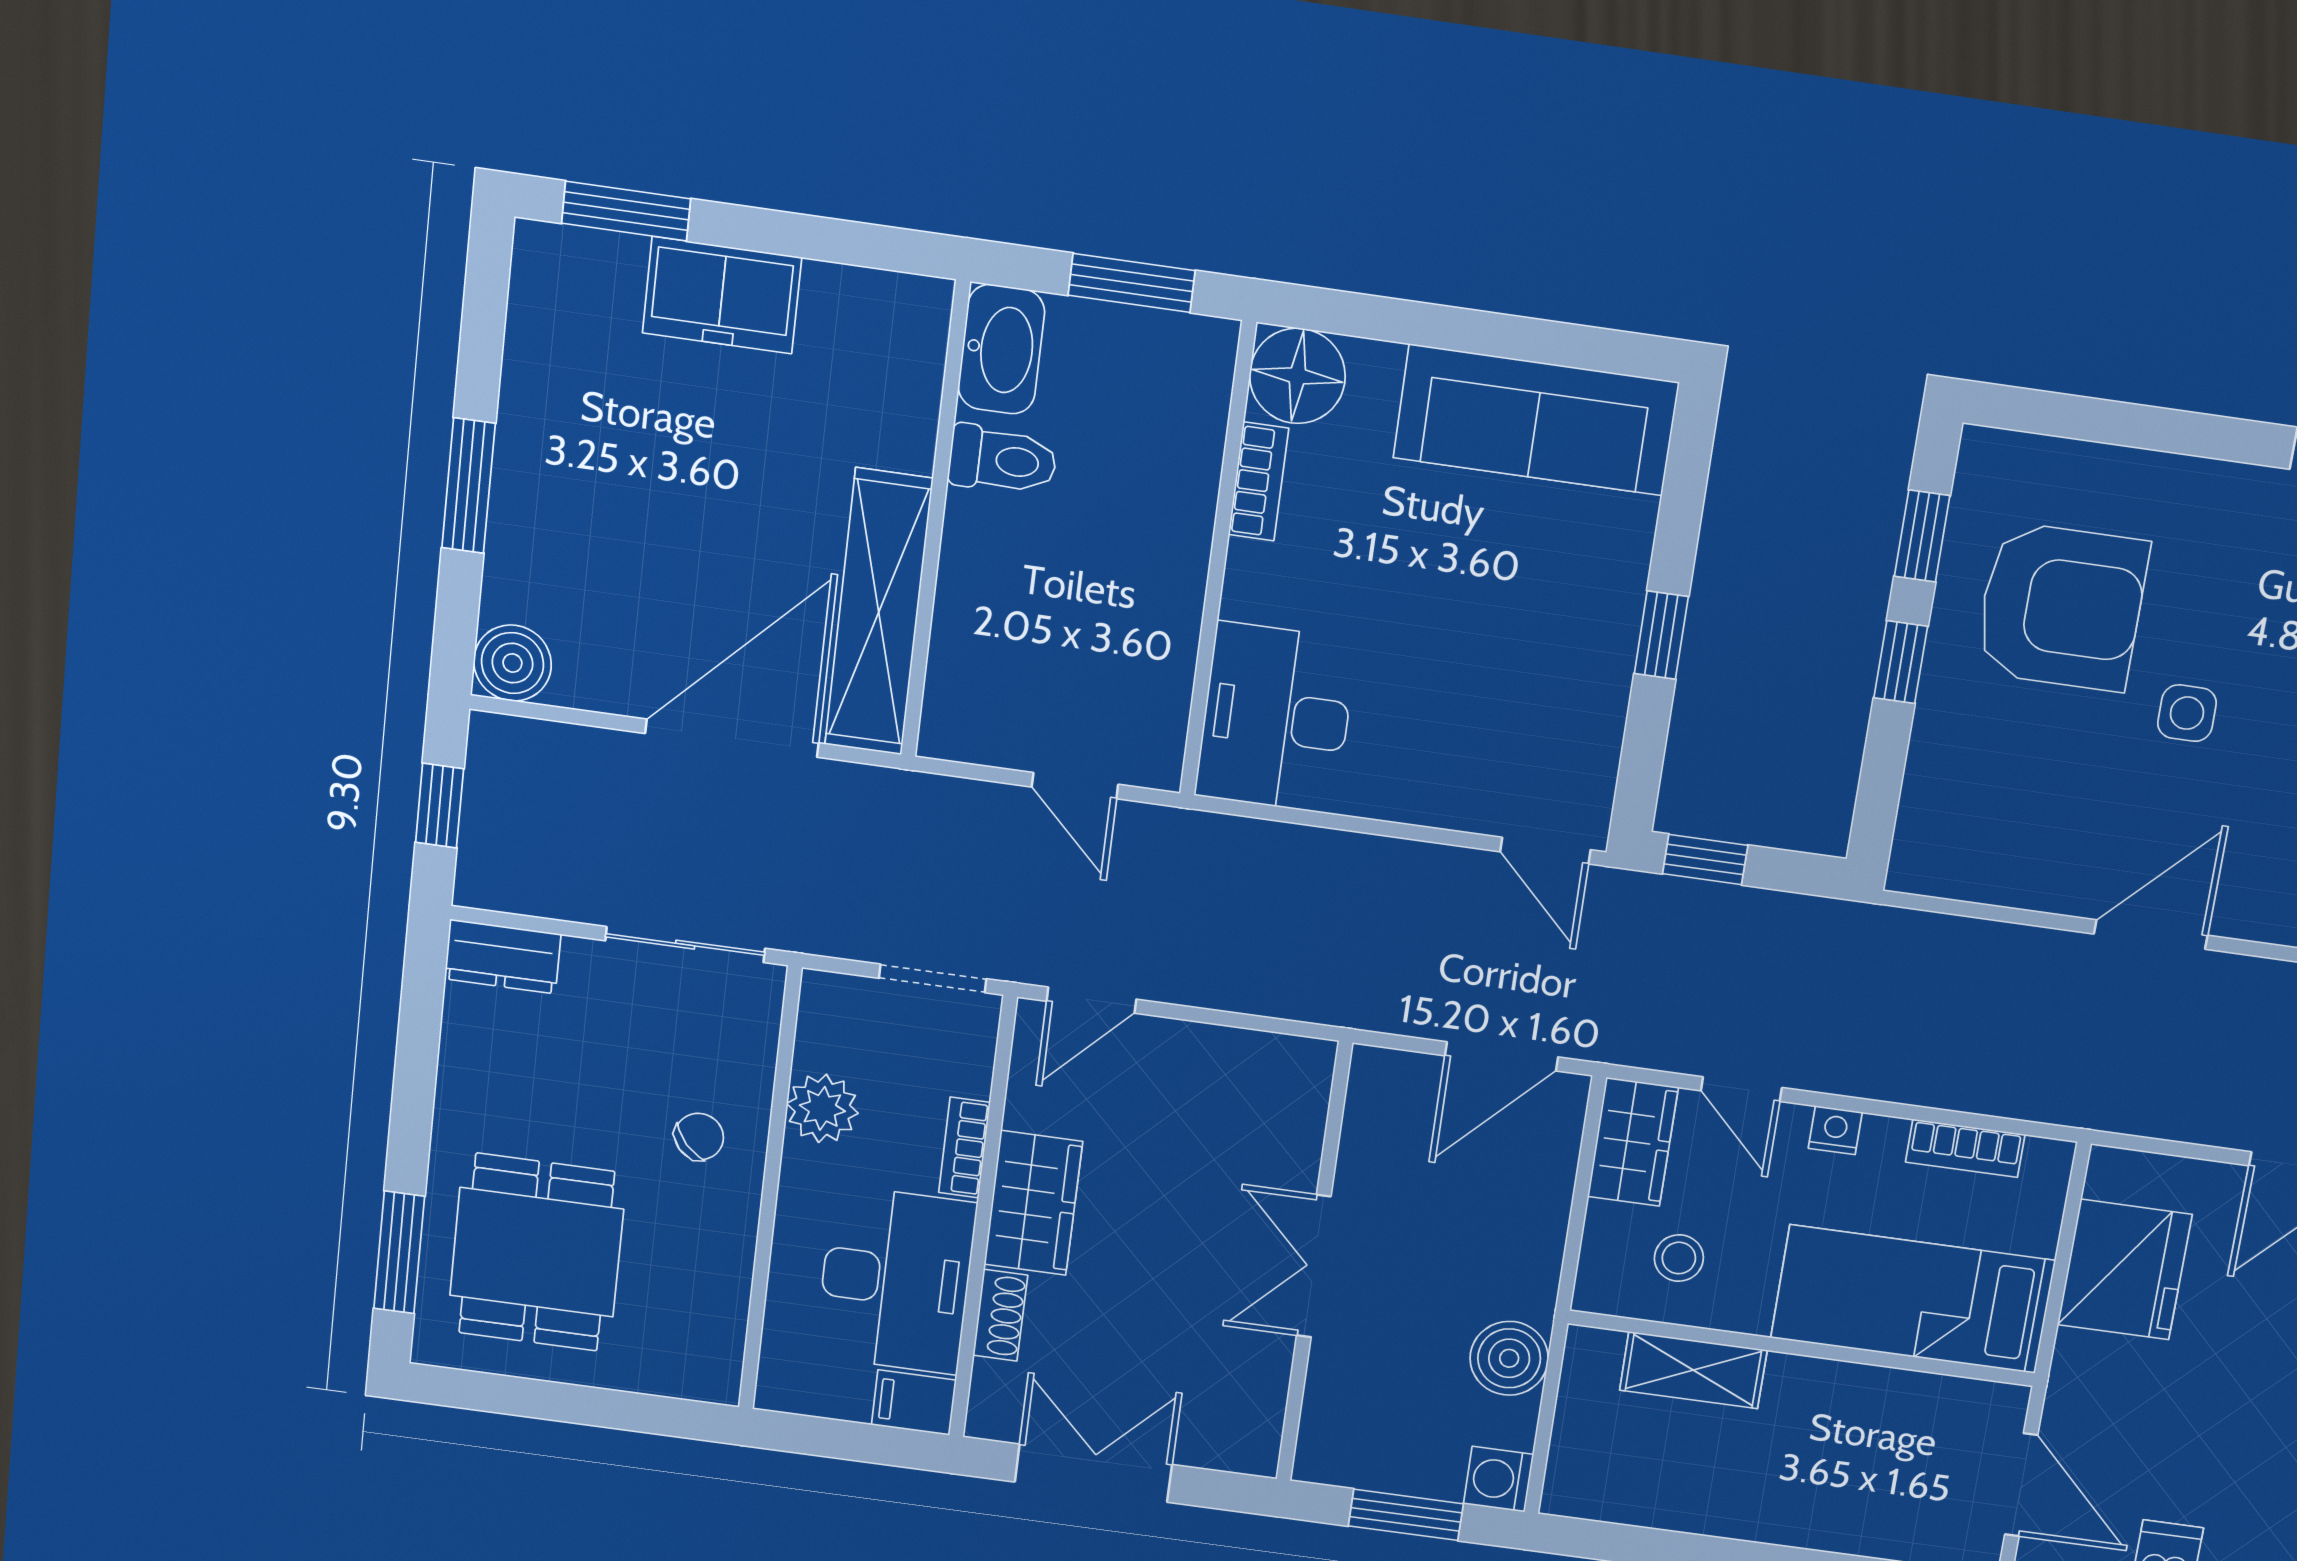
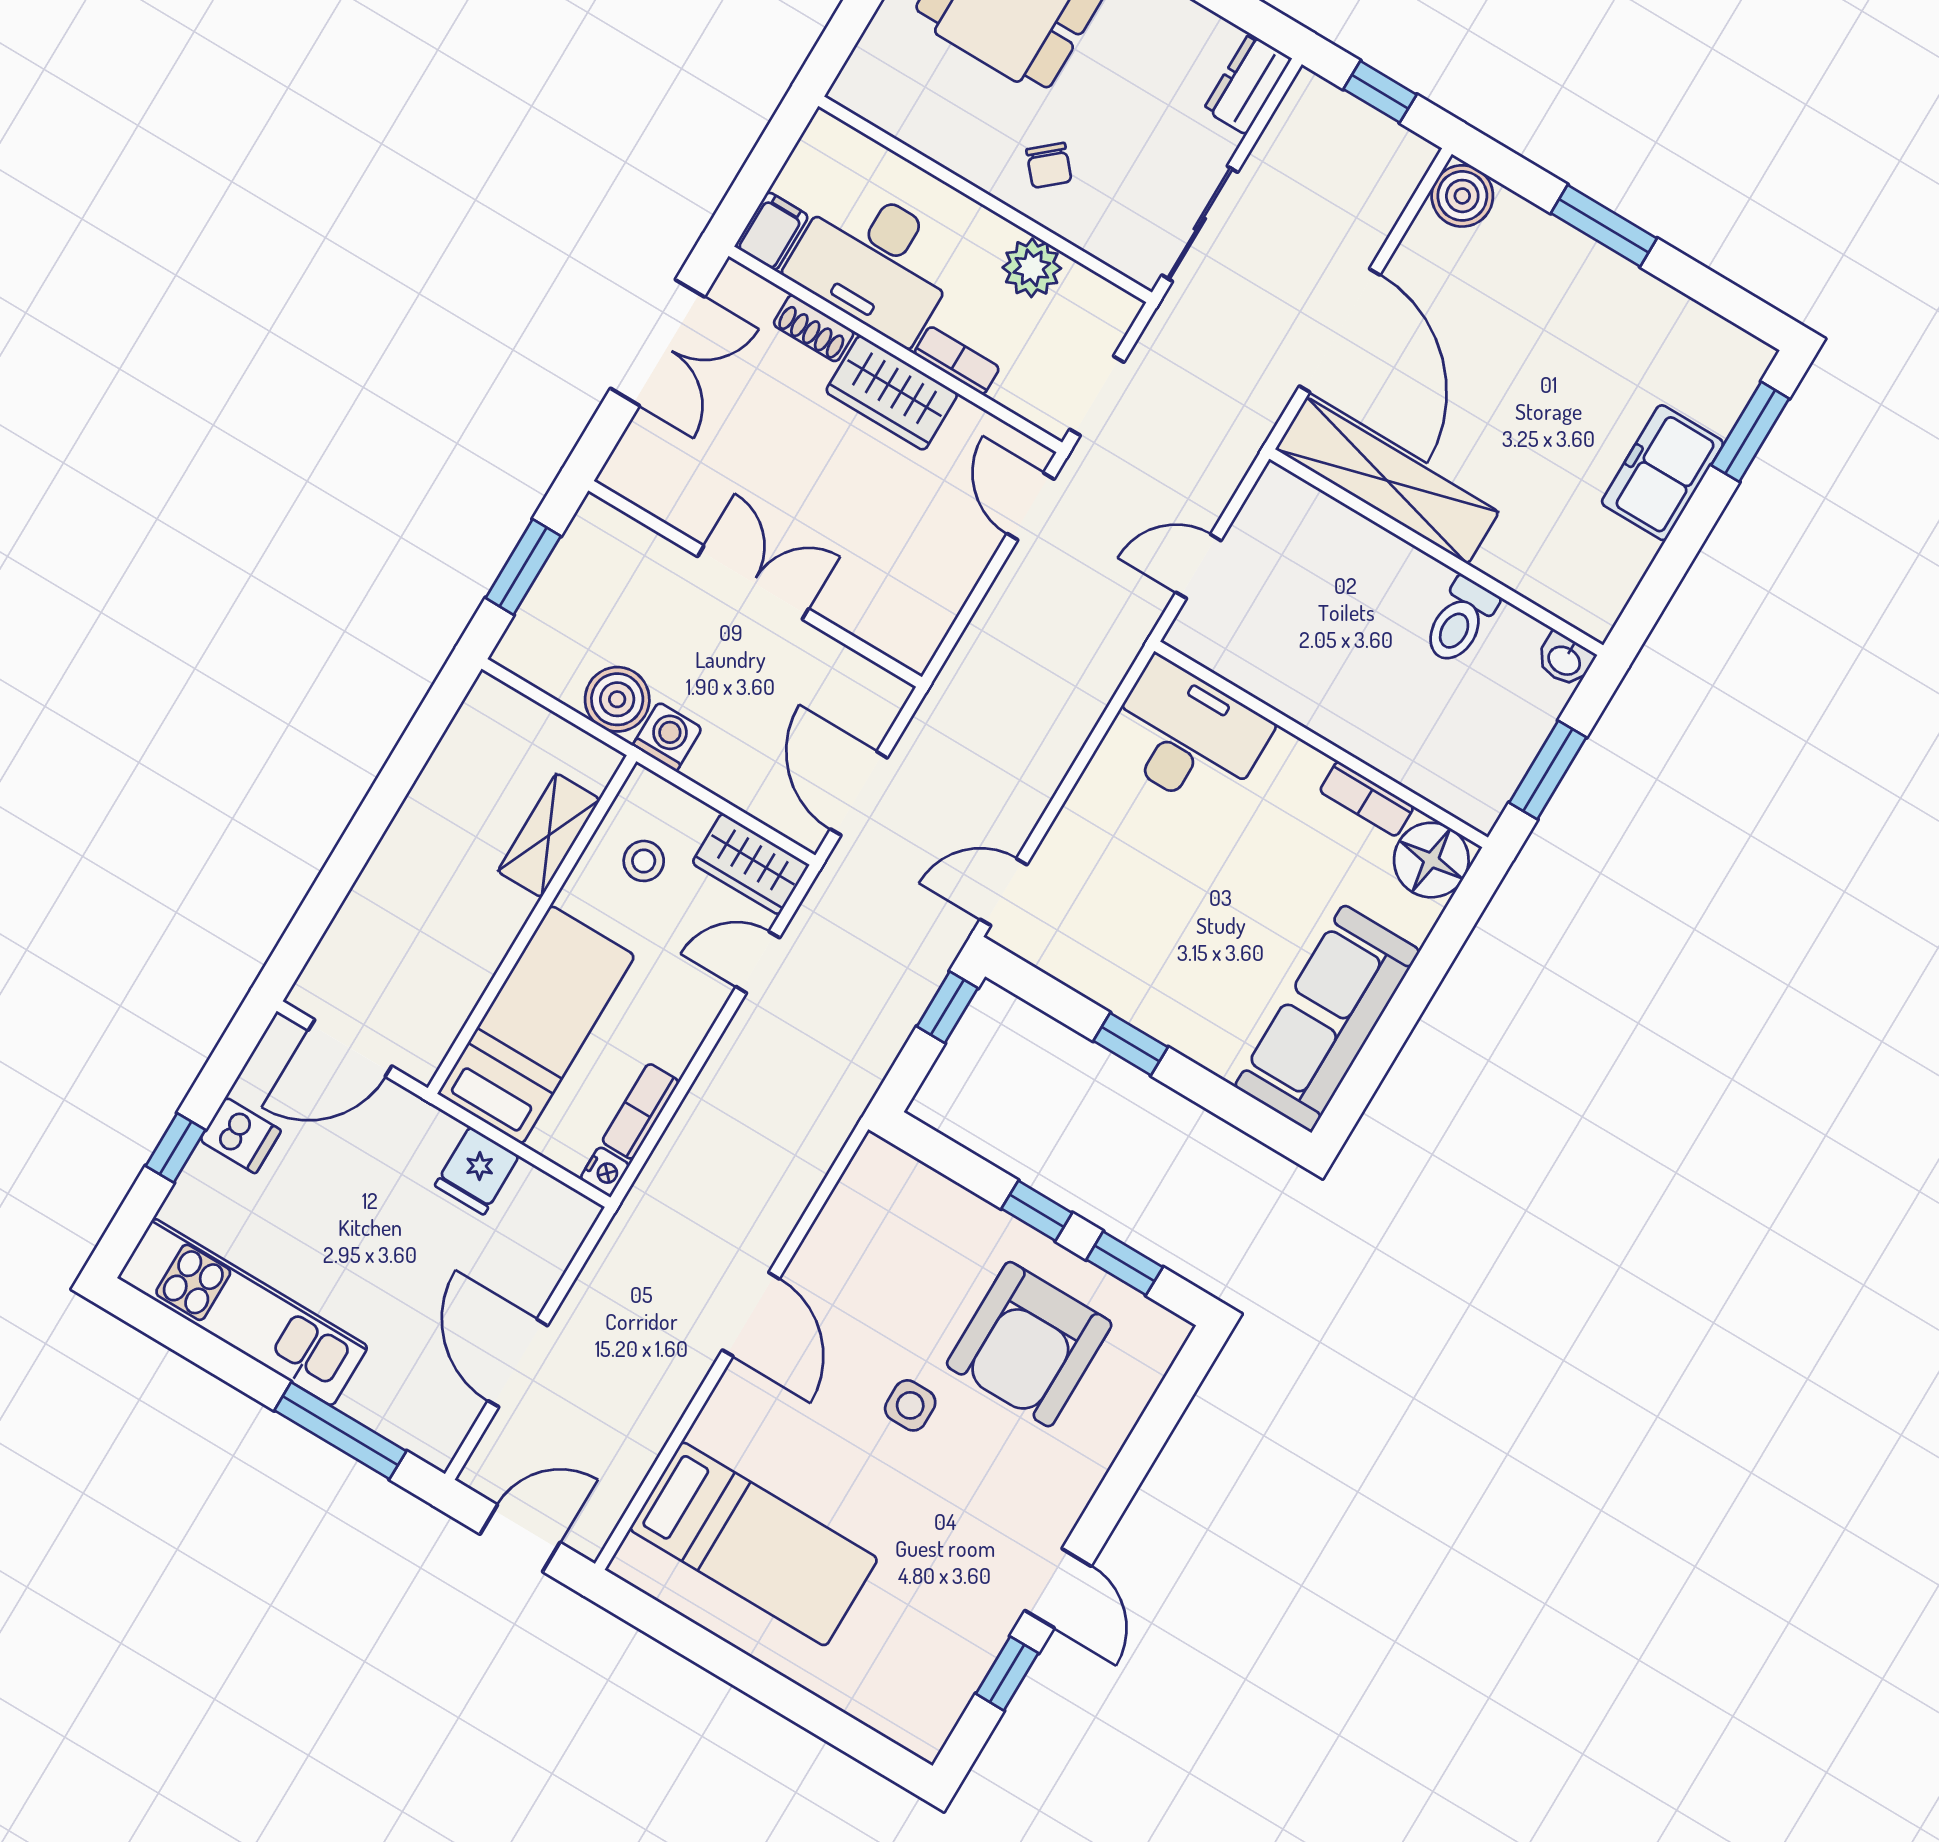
washbasin: (1001, 349) -> (1565, 660), width x0.52, depth x0.69
nightstand: (1835, 1130) -> (605, 1172), moved
fridge: (2125, 1270) -> (477, 1171), width x0.53, depth x0.75
washing machine: (1498, 1479) -> (667, 737), moved

